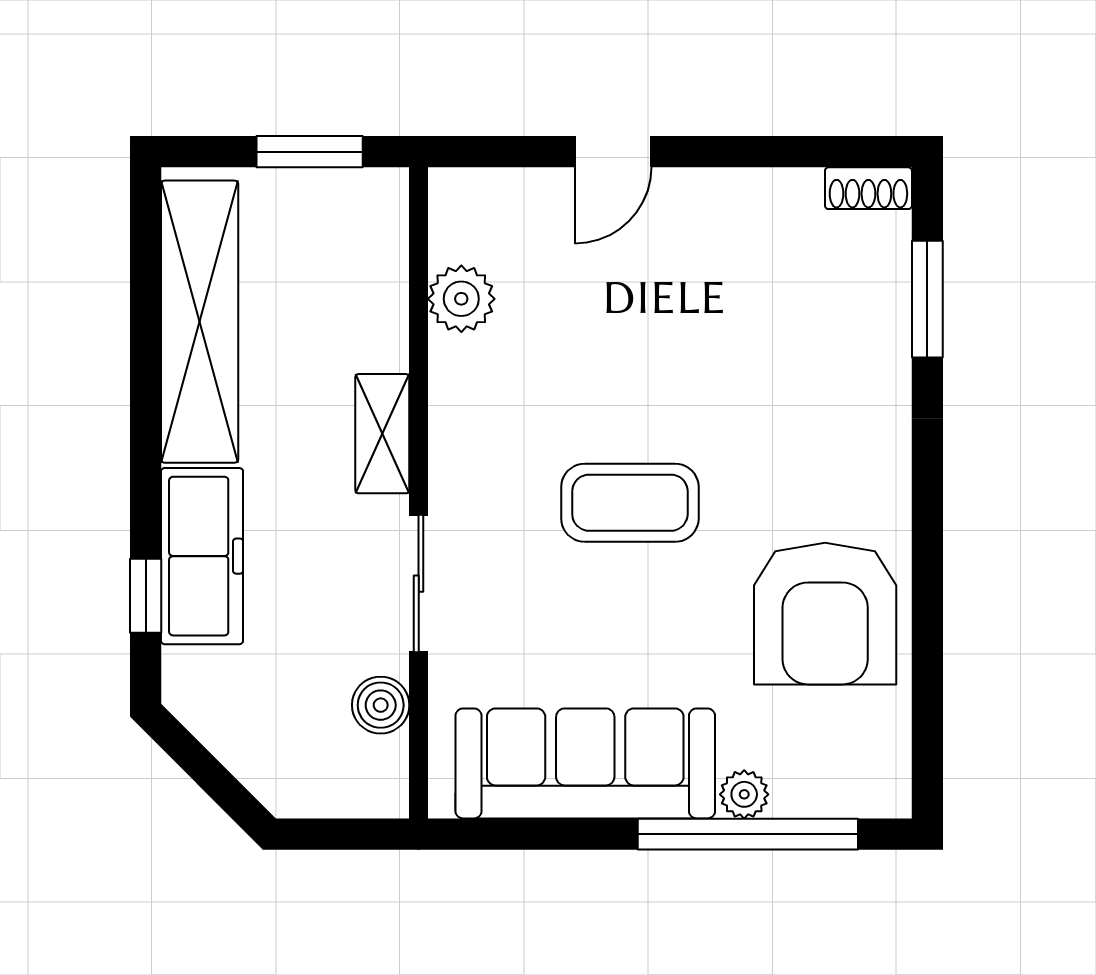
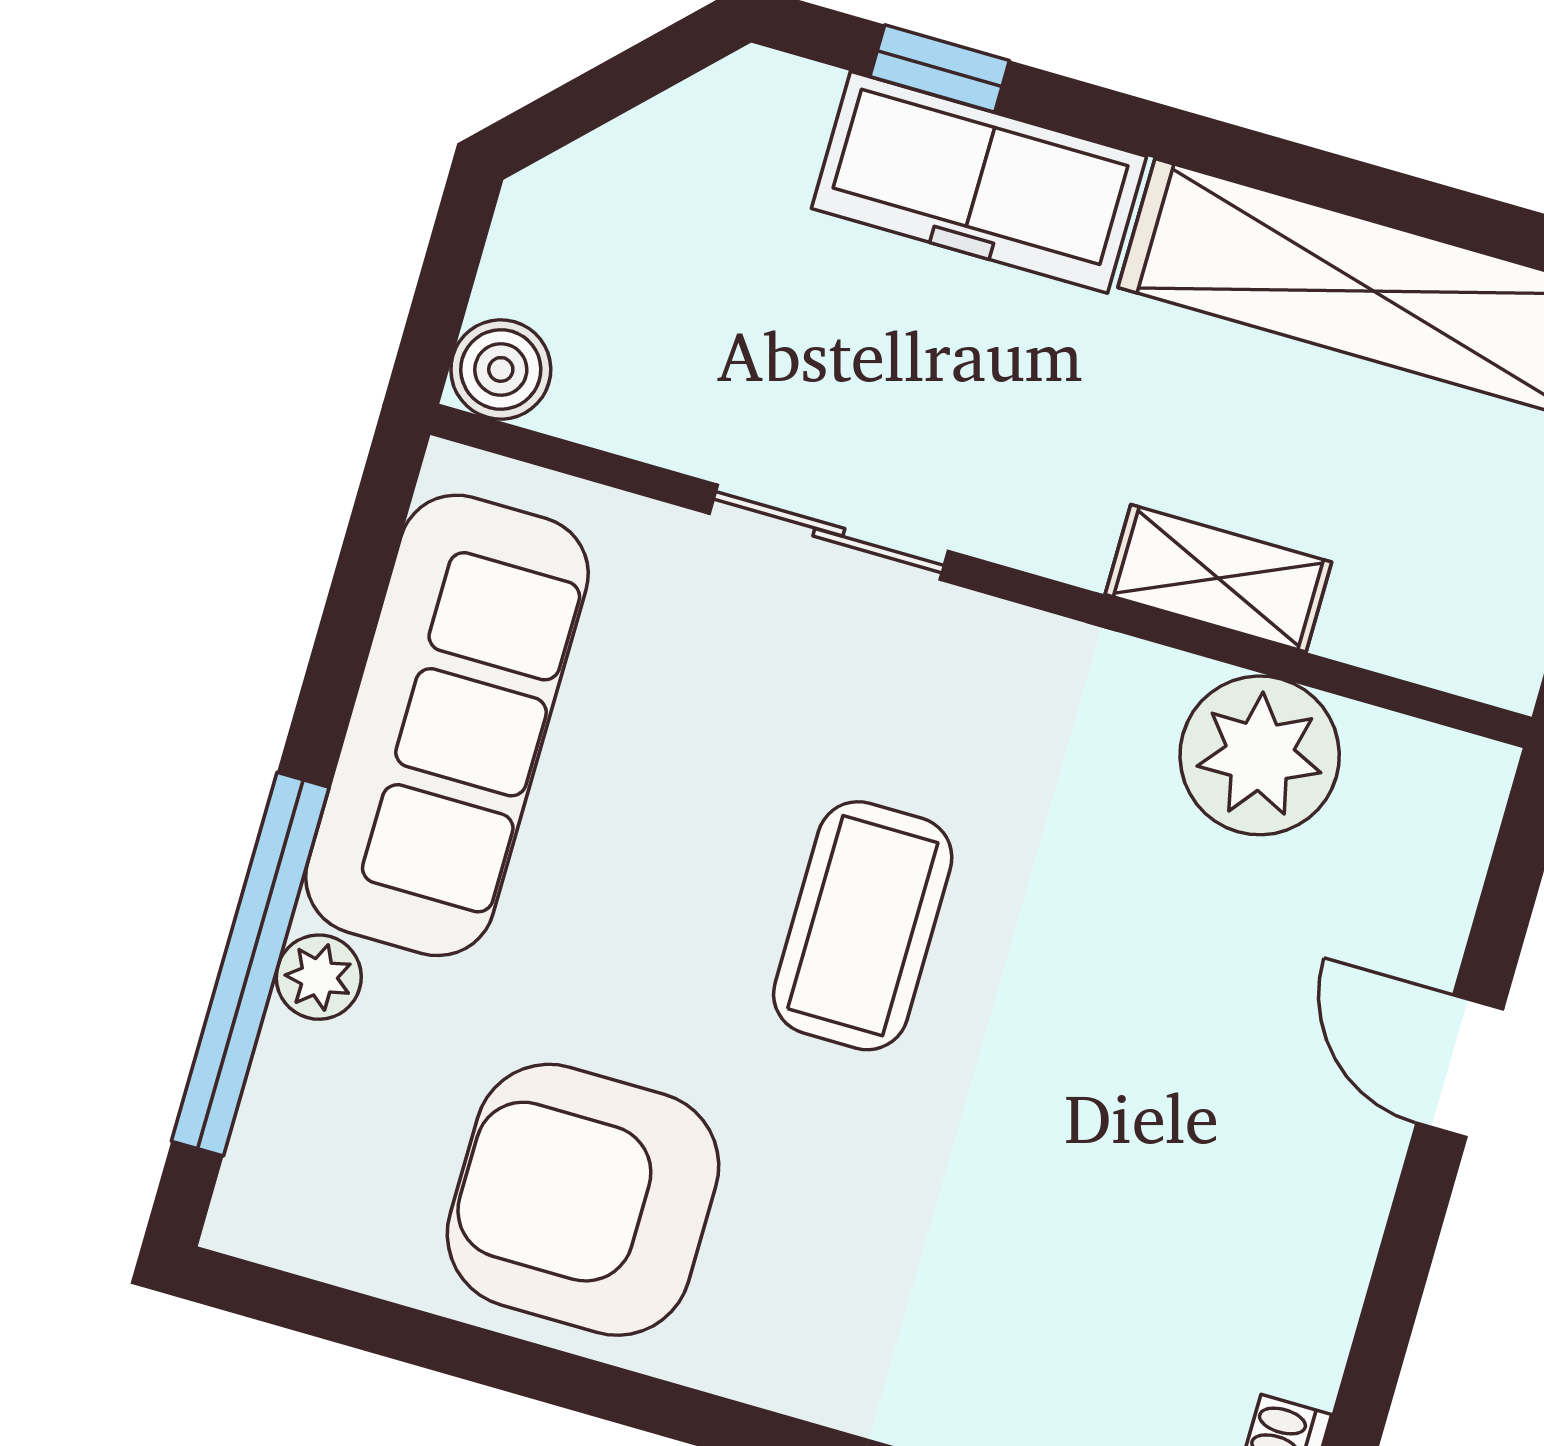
plant: (461, 299) -> (1260, 755), width x1.36, depth x1.36
shelving: (382, 434) -> (1218, 578), moved
boiler: (381, 705) -> (501, 369), moved

